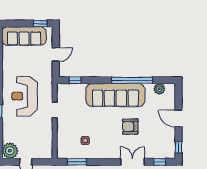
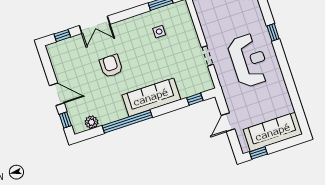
sofa: (115, 95) -> (151, 97), width x0.74, depth x0.79
armchair: (130, 127) -> (111, 66), turned -90
window: (179, 147) -> (65, 120), moved

